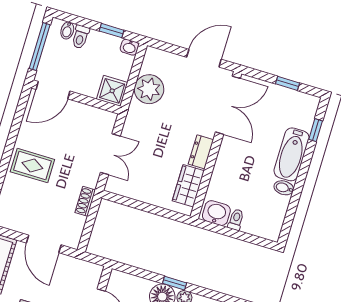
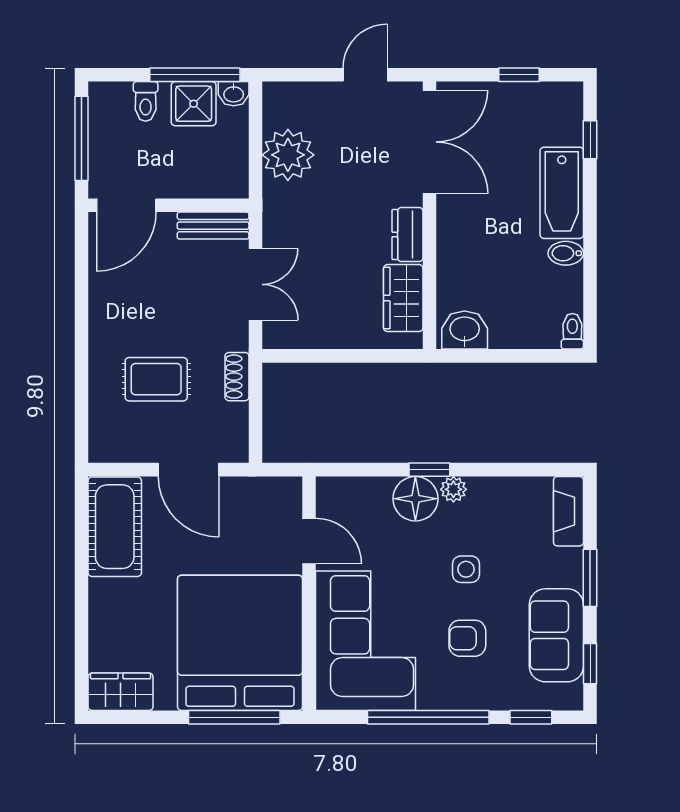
bidet: (67, 30) -> (120, 97), removed
window: (112, 31) -> (195, 75), width x2.17
door: (204, 58) -> (365, 75), width x0.73
shower: (112, 91) -> (194, 104), moved
bench: (97, 115) -> (213, 226), added
rug: (32, 166) -> (156, 379), moved
toilet: (236, 220) -> (572, 331), moved

